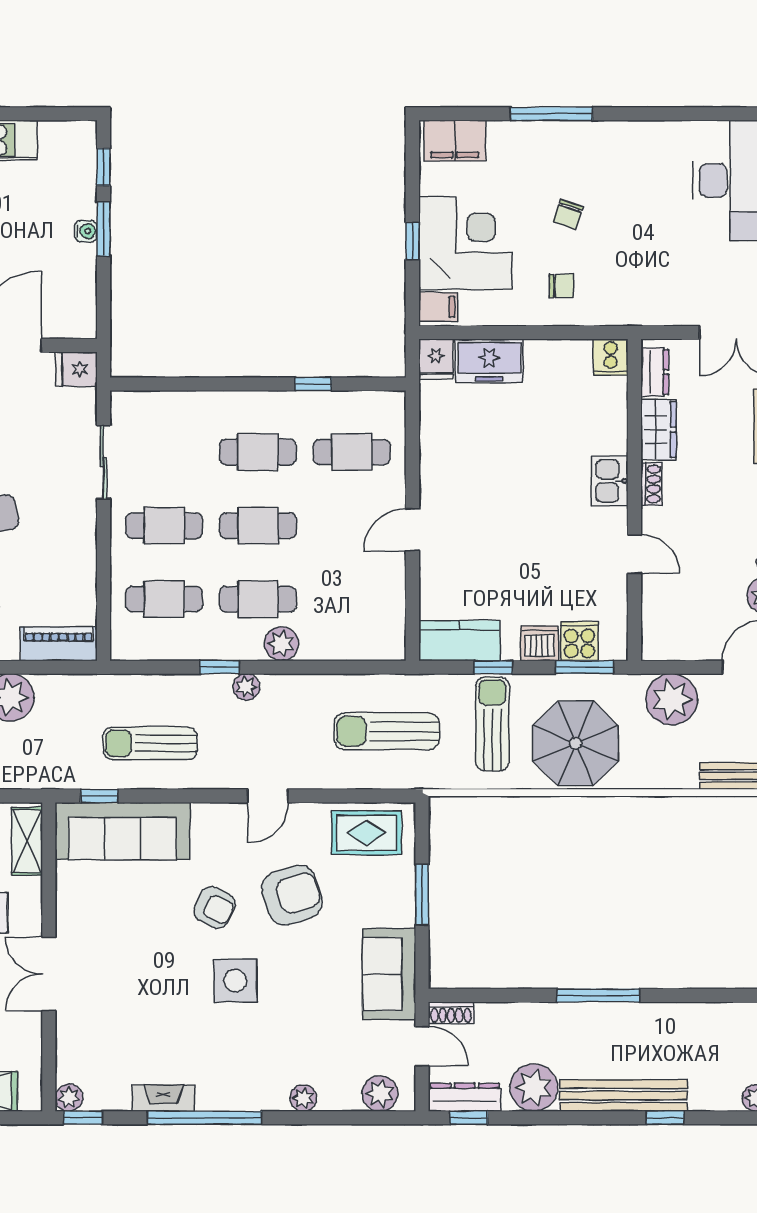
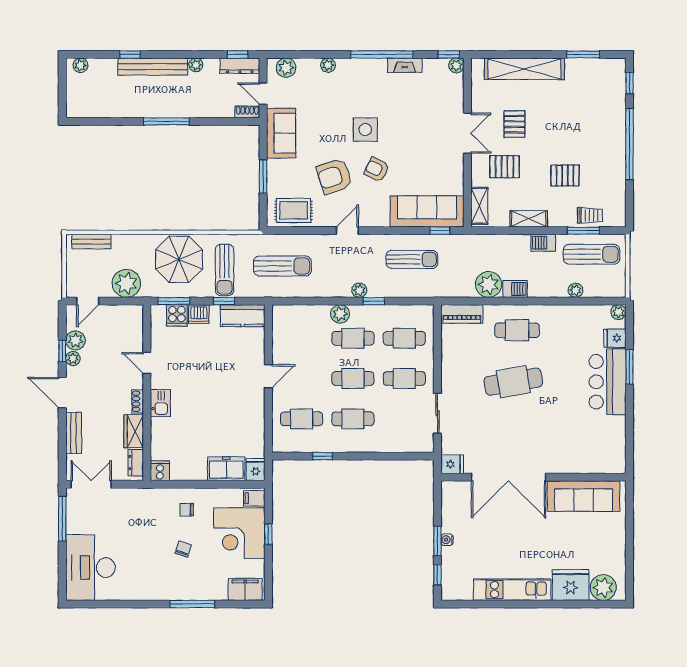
plant: (534, 1088) -> (196, 65), width x0.53, depth x0.53

